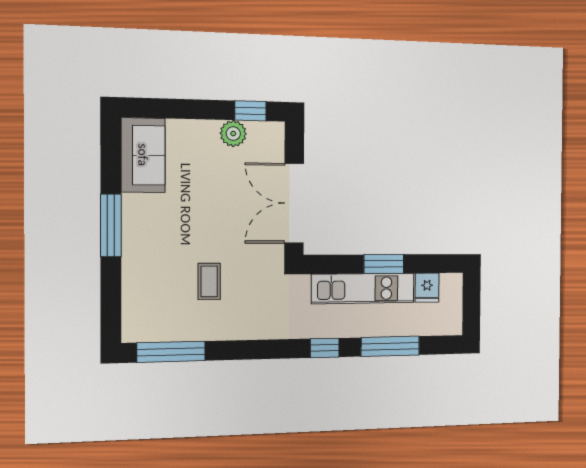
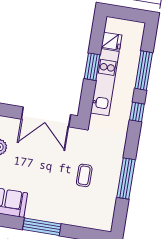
coffee table: (209, 281) -> (84, 175), turned 90
window: (171, 352) -> (126, 179), moved

